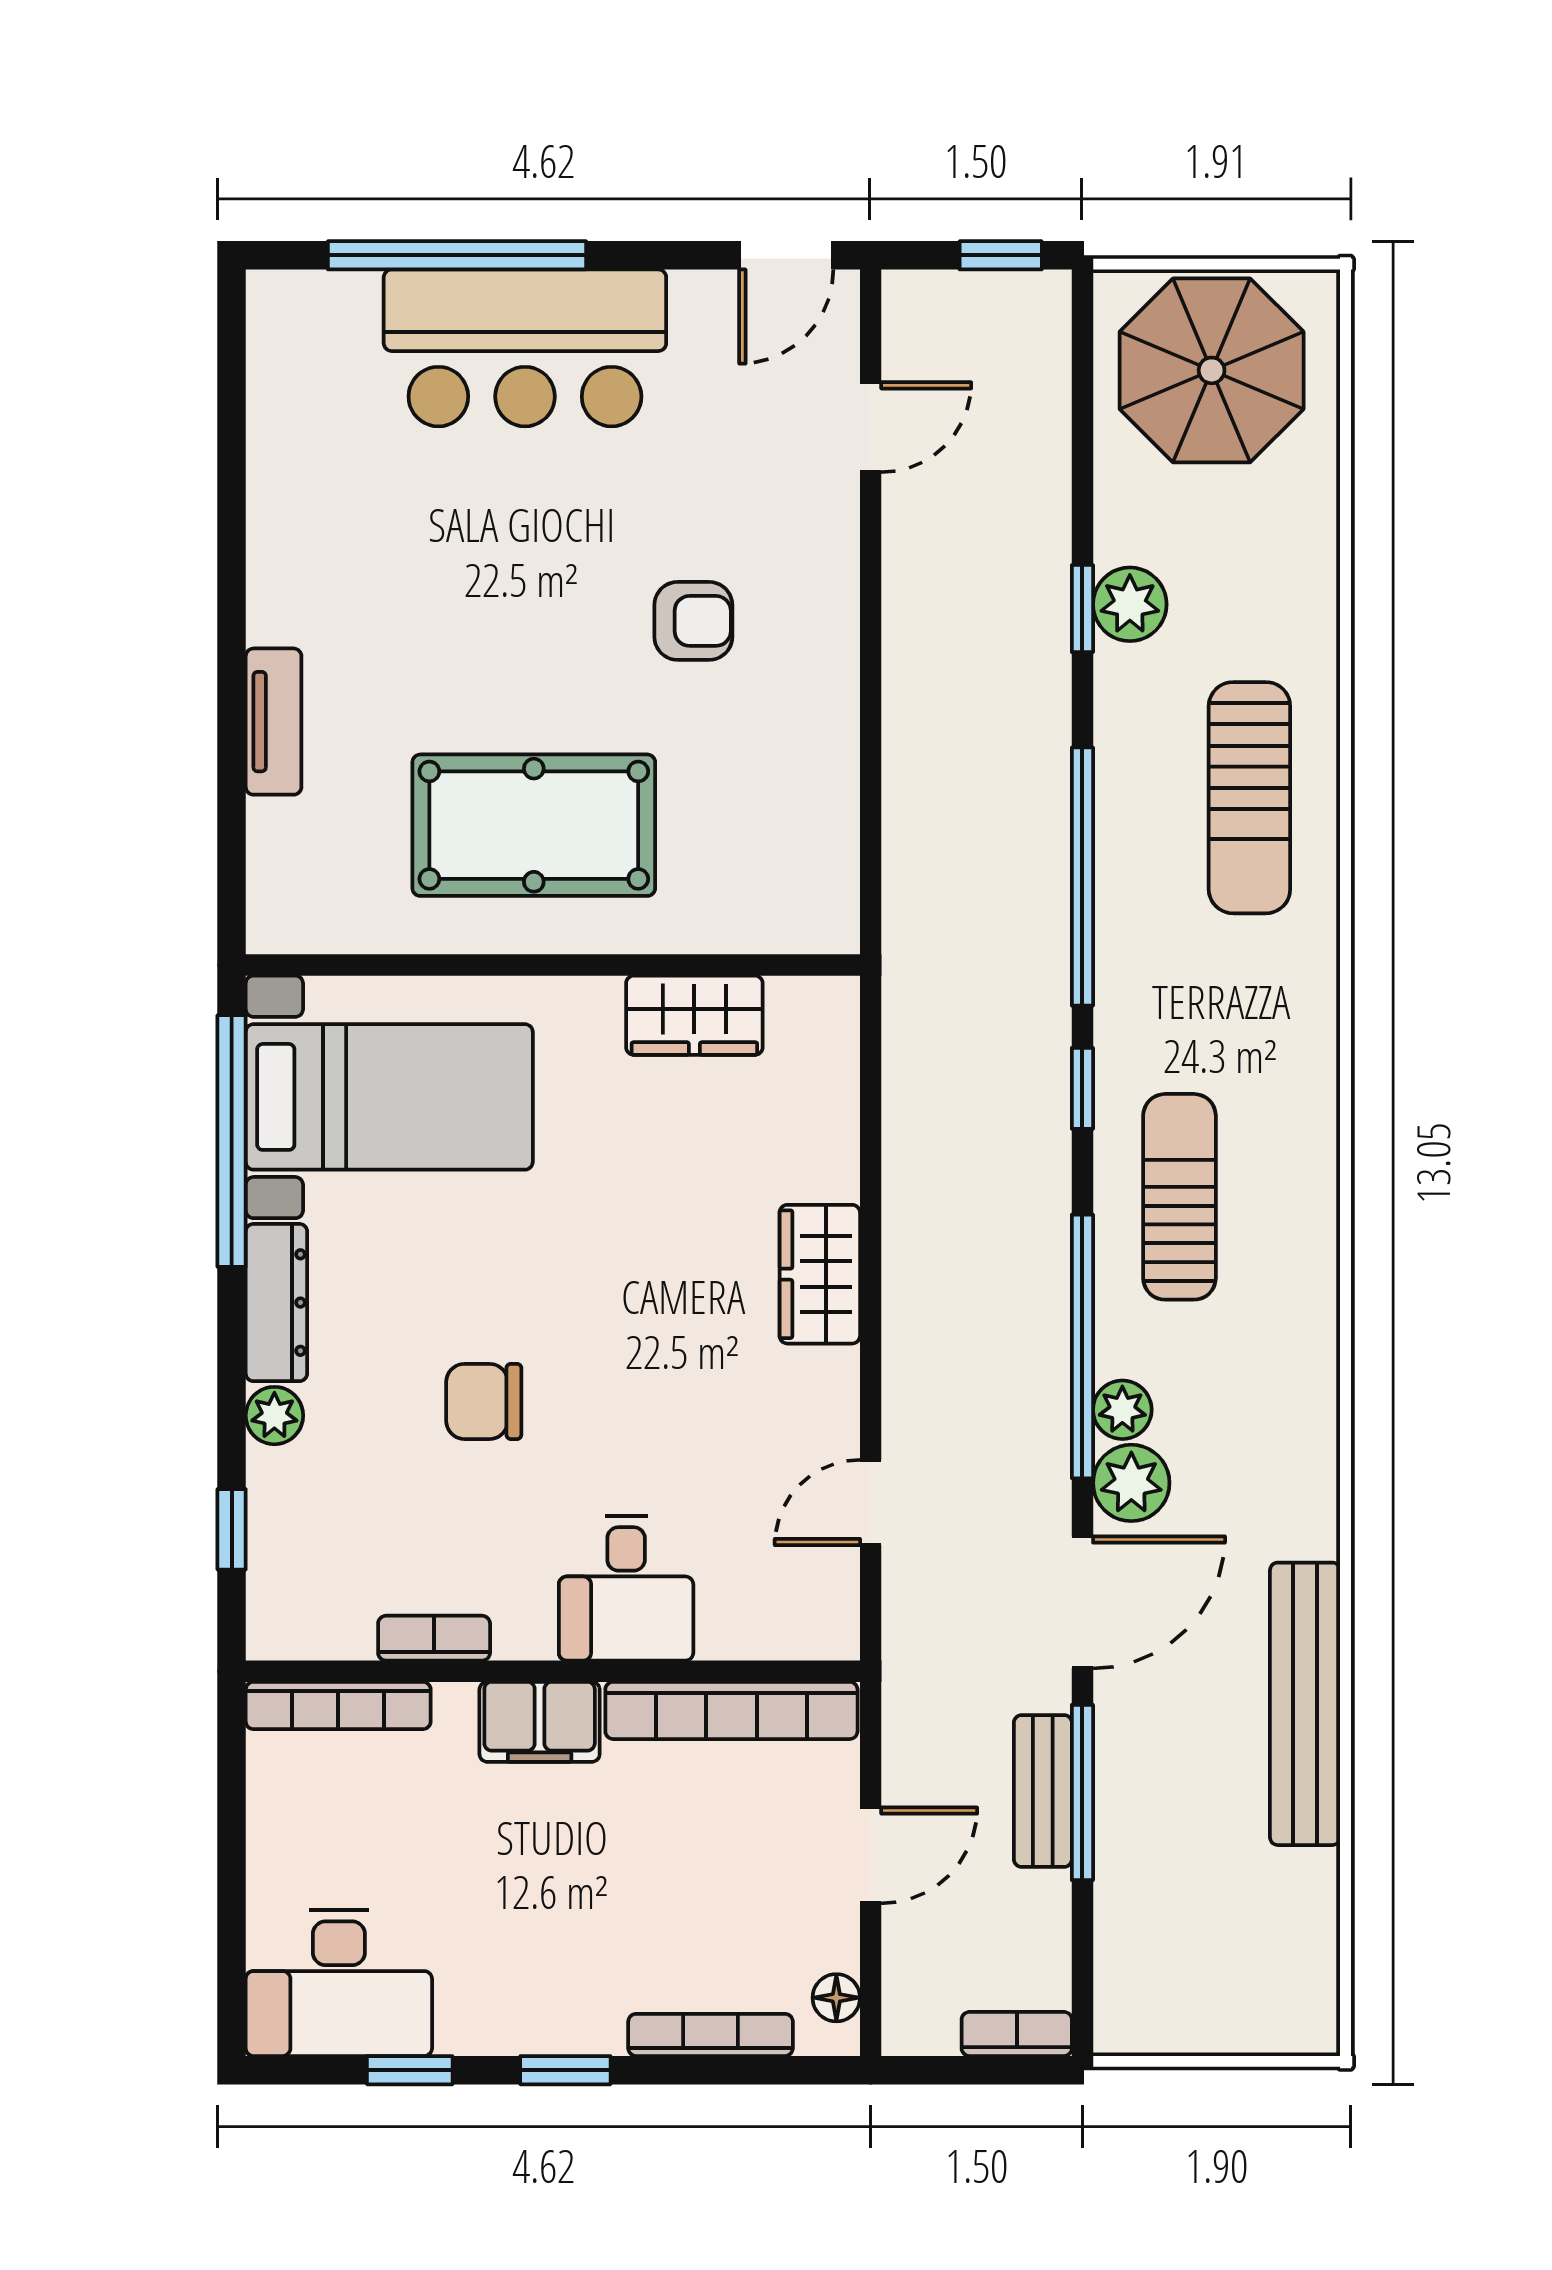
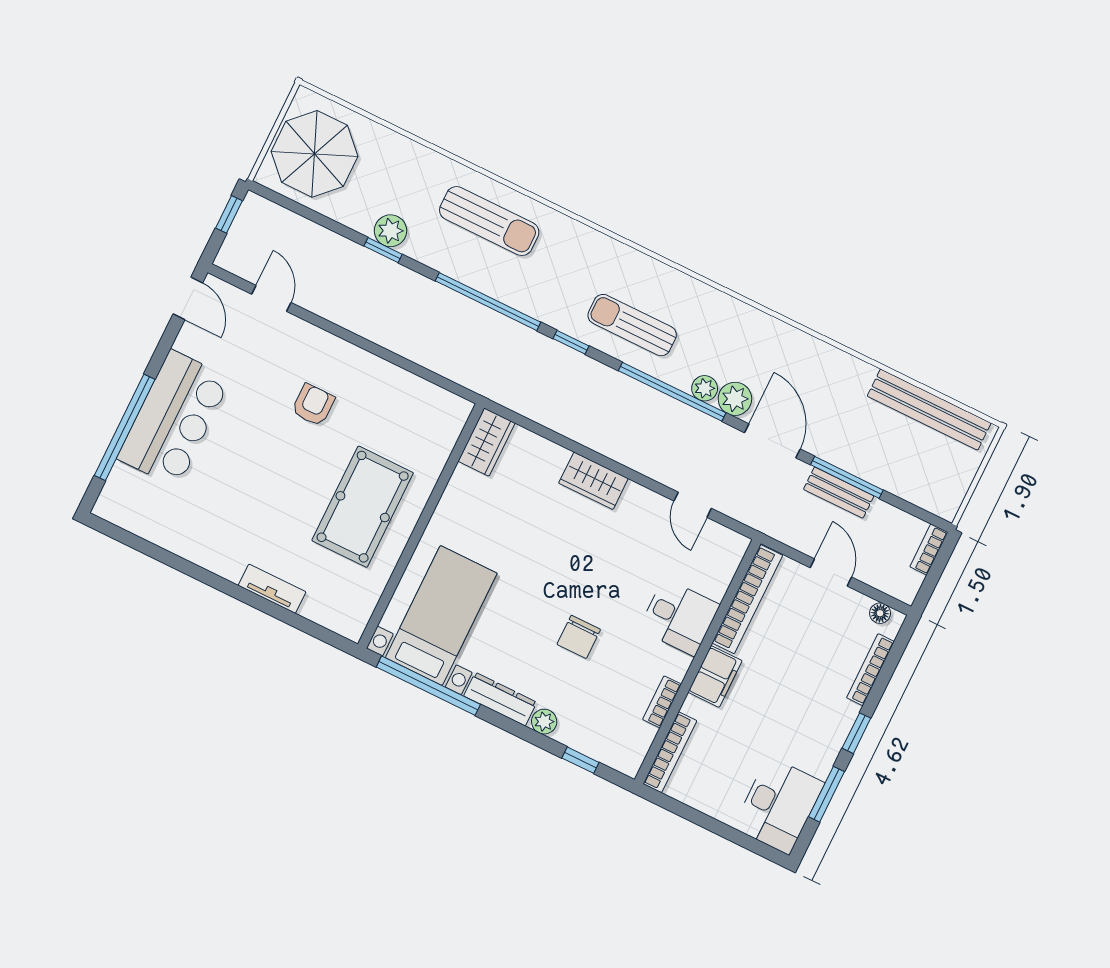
wardrobe: (694, 1015) -> (487, 442), moved
bench: (1305, 1704) -> (929, 410), moved
window: (410, 2070) -> (827, 794), width x1.50

